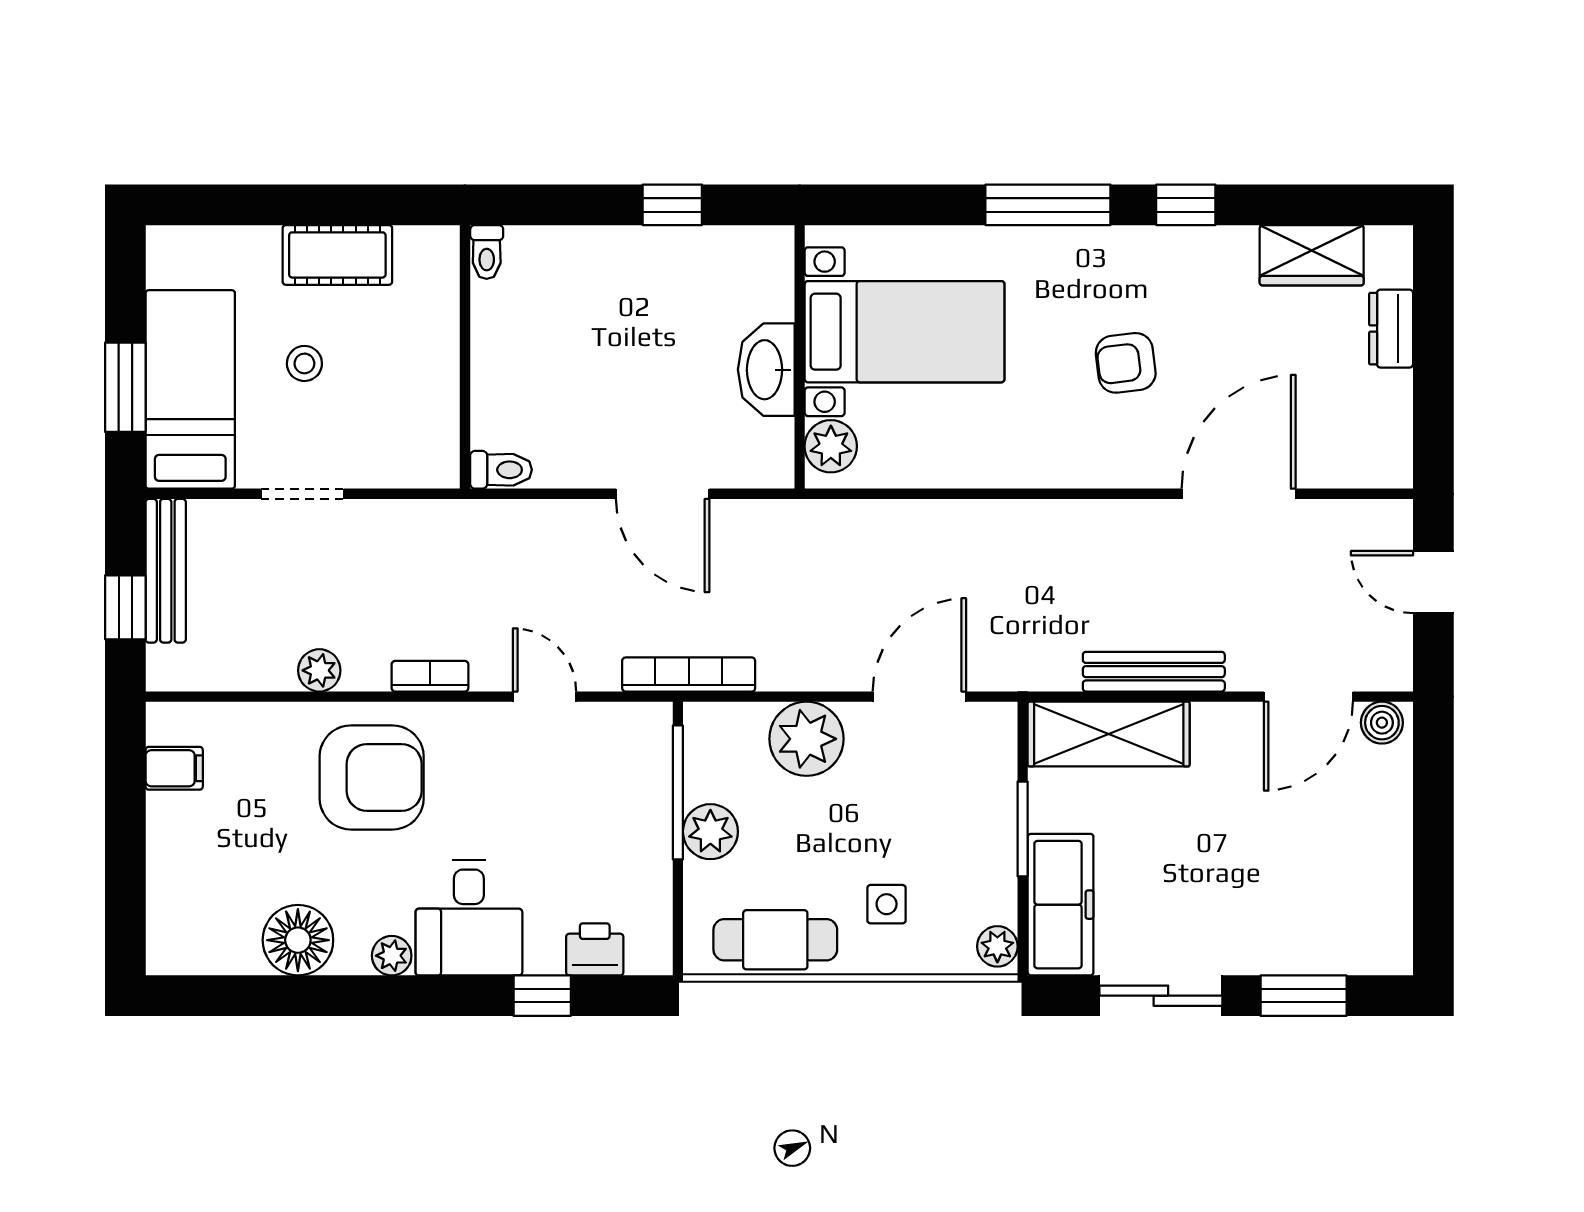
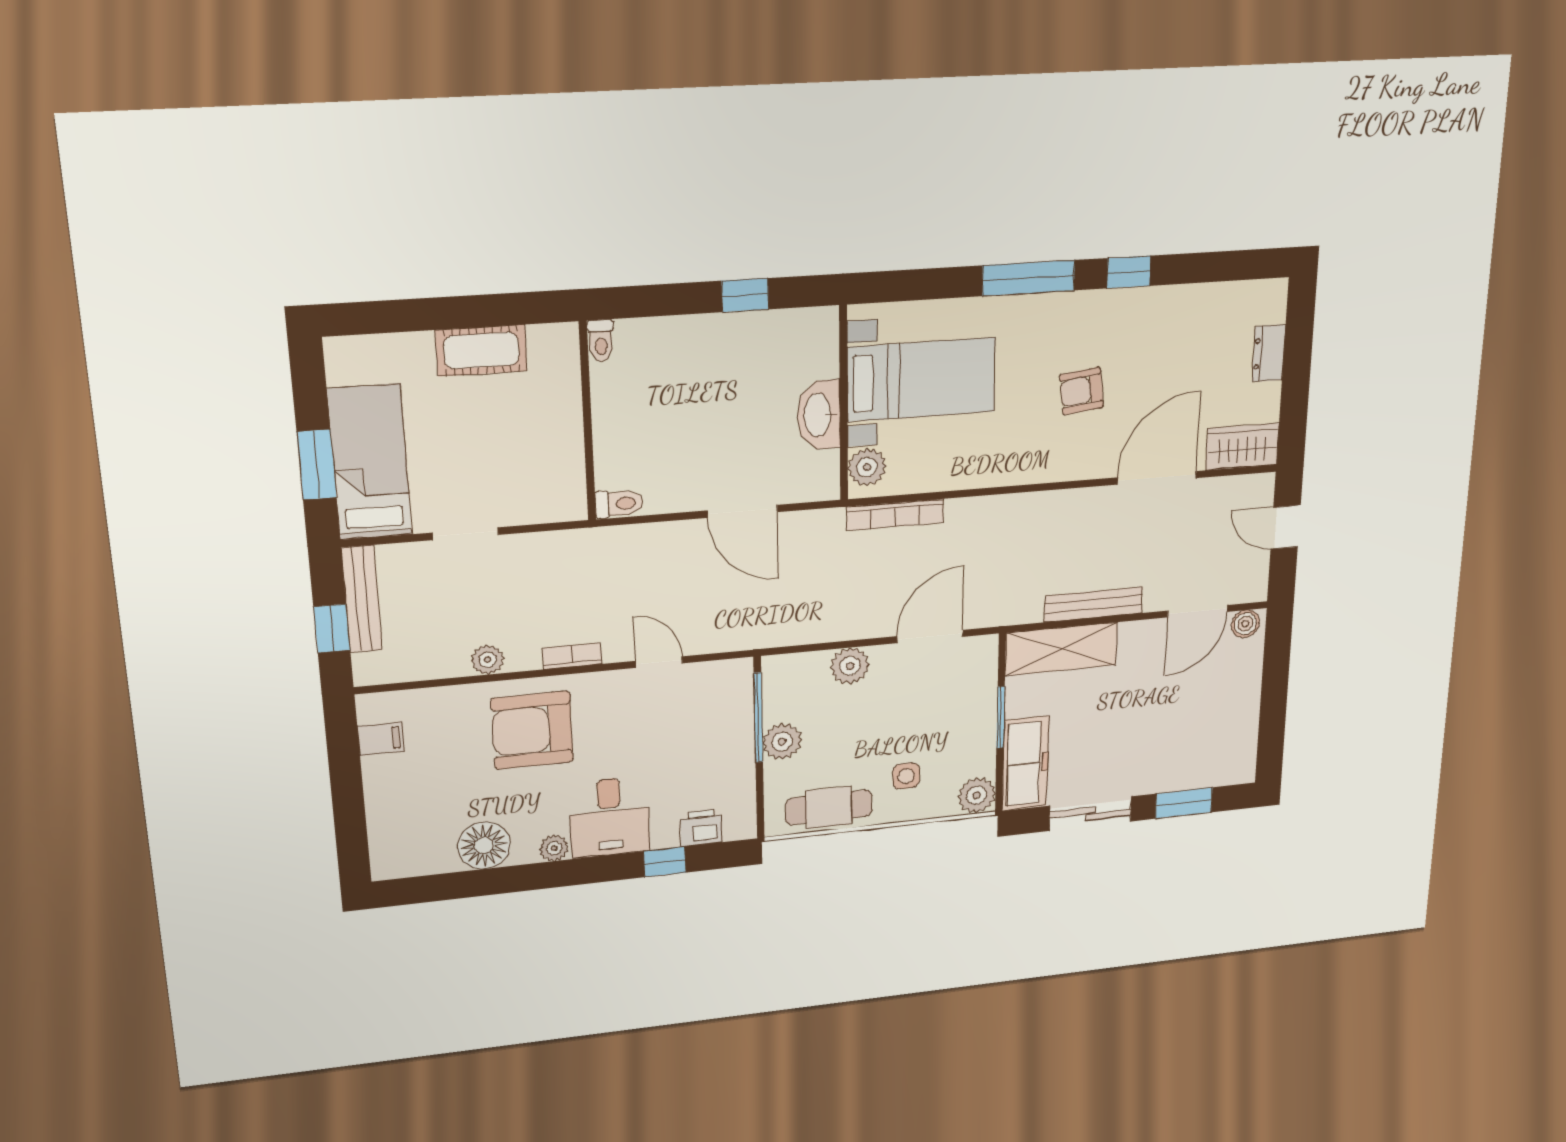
wardrobe: (1312, 255) -> (1242, 447), moved, turned 180
stool: (304, 363) -> (460, 436), removed
bookcase: (689, 675) -> (895, 515), moved, turned 180
plant: (807, 739) -> (850, 666), width x0.73, depth x0.73
armchair: (372, 777) -> (532, 730), turned 180
plant: (997, 946) -> (977, 795), width x1.38, depth x1.38

